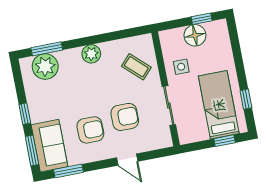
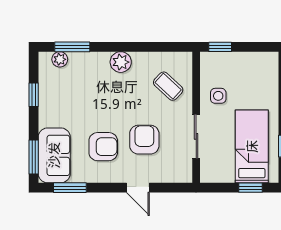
window: (202, 19) -> (220, 47), moved
floor lamp: (195, 35) -> (240, 64), removed
plant: (45, 67) -> (60, 59), width x0.53, depth x0.53
window: (25, 114) -> (34, 95), moved
armchair: (125, 117) -> (144, 140), turned -90

